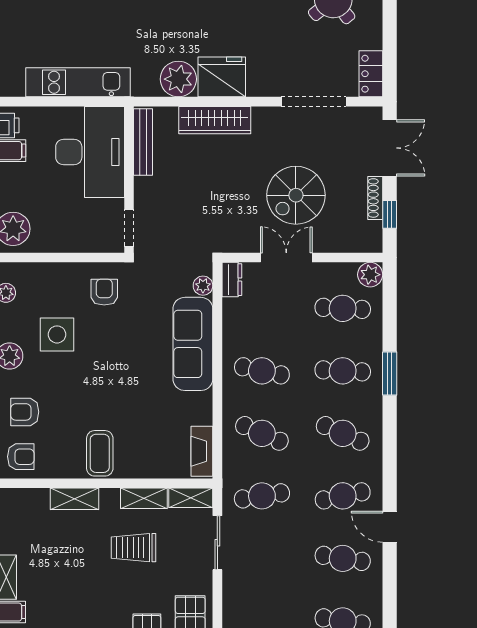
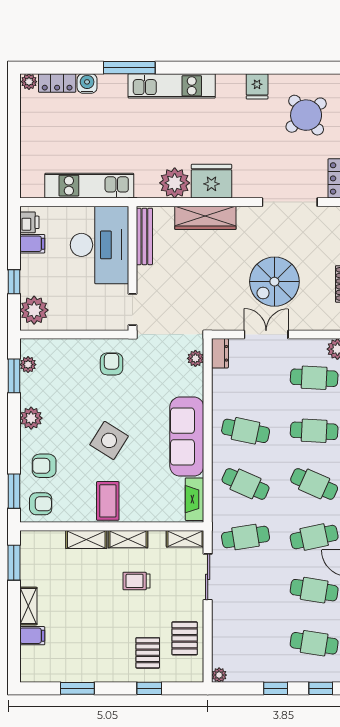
side table: (57, 334) -> (109, 440), moved, turned 32
sofa: (193, 344) -> (187, 437), moved
shelving: (144, 498) -> (128, 539), moved
trolley: (134, 548) -> (136, 581), width x0.73, depth x0.72

